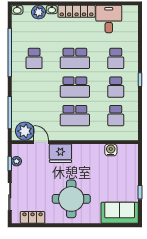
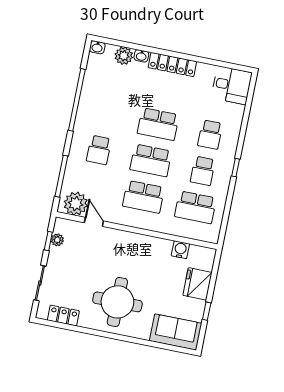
desk: (109, 19) -> (232, 85), moved, turned 90
school desk: (34, 58) -> (99, 150), moved
school desk: (116, 116) -> (195, 207), width x1.85
fridge: (60, 153) -> (197, 284), moved, turned 90

